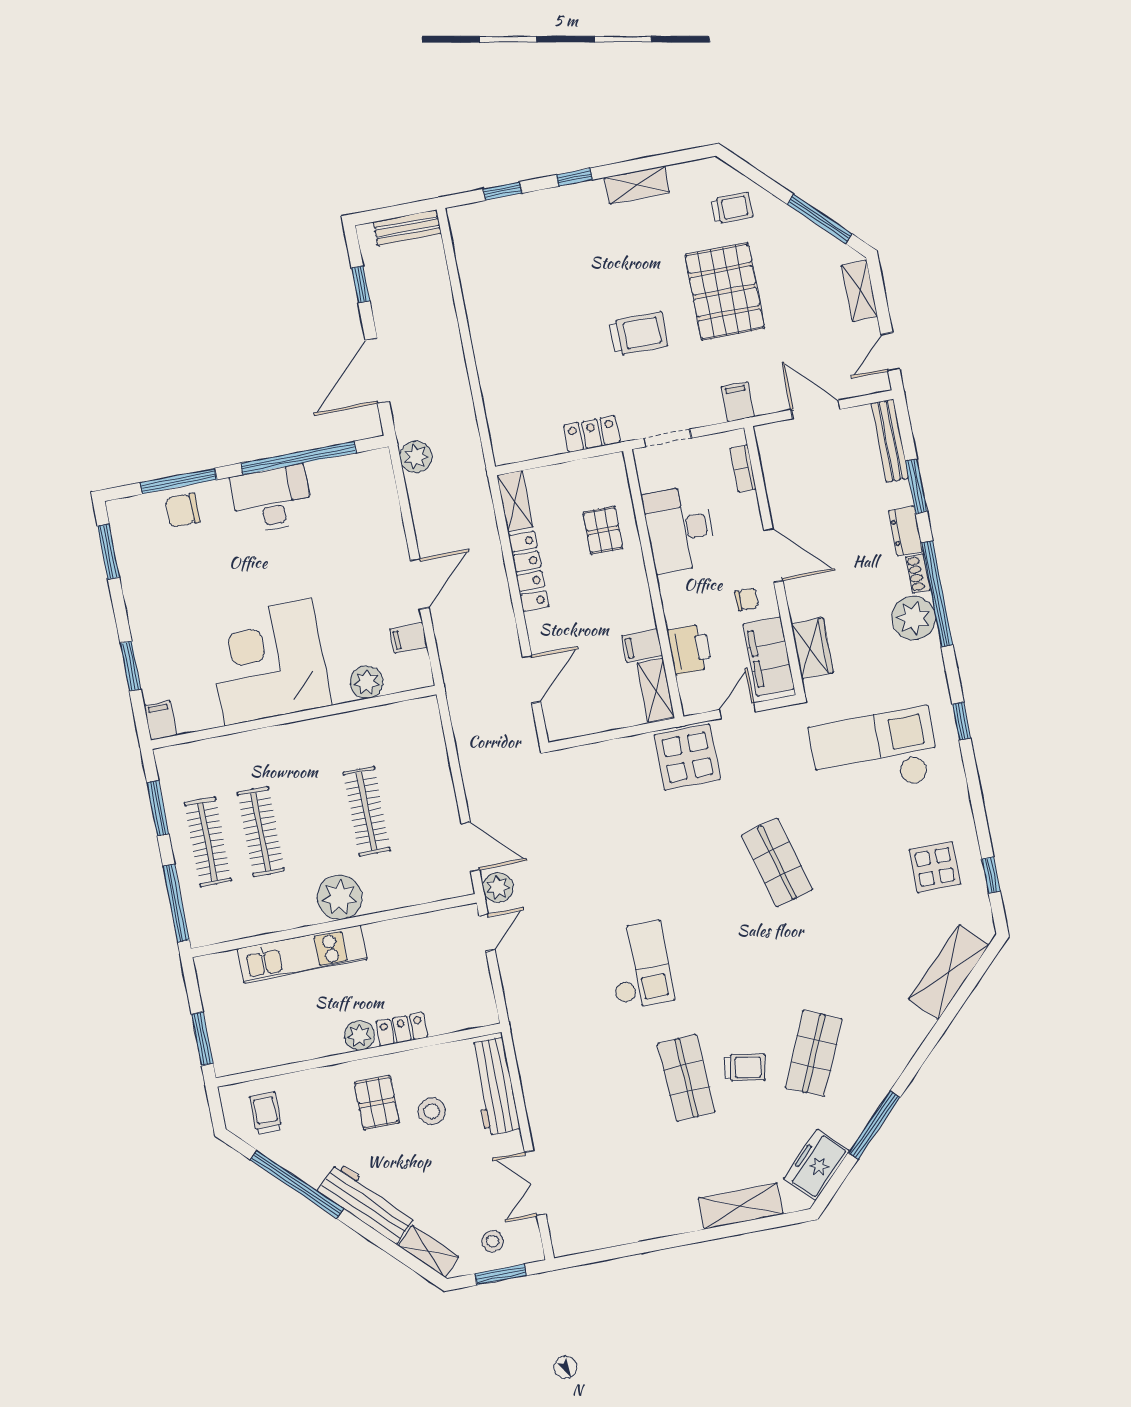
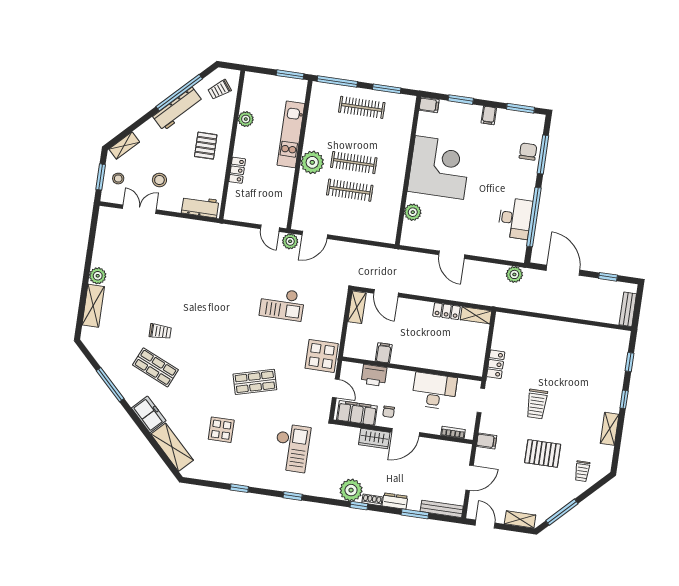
pallet: (725, 291) -> (543, 453), width x0.73, depth x0.71
desk: (272, 499) -> (515, 218), moved
pallet: (603, 530) -> (447, 353), removed
locker: (529, 571) -> (446, 311), width x0.66
window: (937, 594) -> (359, 506), width x0.32
filing cabinet: (409, 638) -> (489, 115), moved, turned 180
wardrobe: (812, 648) -> (374, 439), moved
shelving: (656, 690) -> (357, 307), moved, turned 90
checkout: (874, 753) -> (292, 448), width x0.73, depth x0.83
clothes rail: (261, 832) -> (354, 163), moved
display table: (935, 867) -> (221, 430), moved
window: (991, 875) -> (239, 488), moved
checkout: (639, 965) -> (282, 304), moved
plant: (359, 1035) -> (246, 119), moved
window: (202, 1039) -> (290, 75), moved
trolley: (745, 1067) -> (160, 331), turned -100
shop shelf: (686, 1078) -> (165, 301), removed
workbench: (494, 1086) -> (200, 207), width x0.73
pallet: (377, 1103) -> (206, 146), turned 90
stool: (432, 1111) -> (159, 180), moved
trolley: (266, 1113) -> (219, 90), turned 143
freezer: (817, 1165) -> (149, 414), moved
workbench: (367, 1203) -> (178, 109), moved
plant: (683, 1217) -> (98, 276), added

